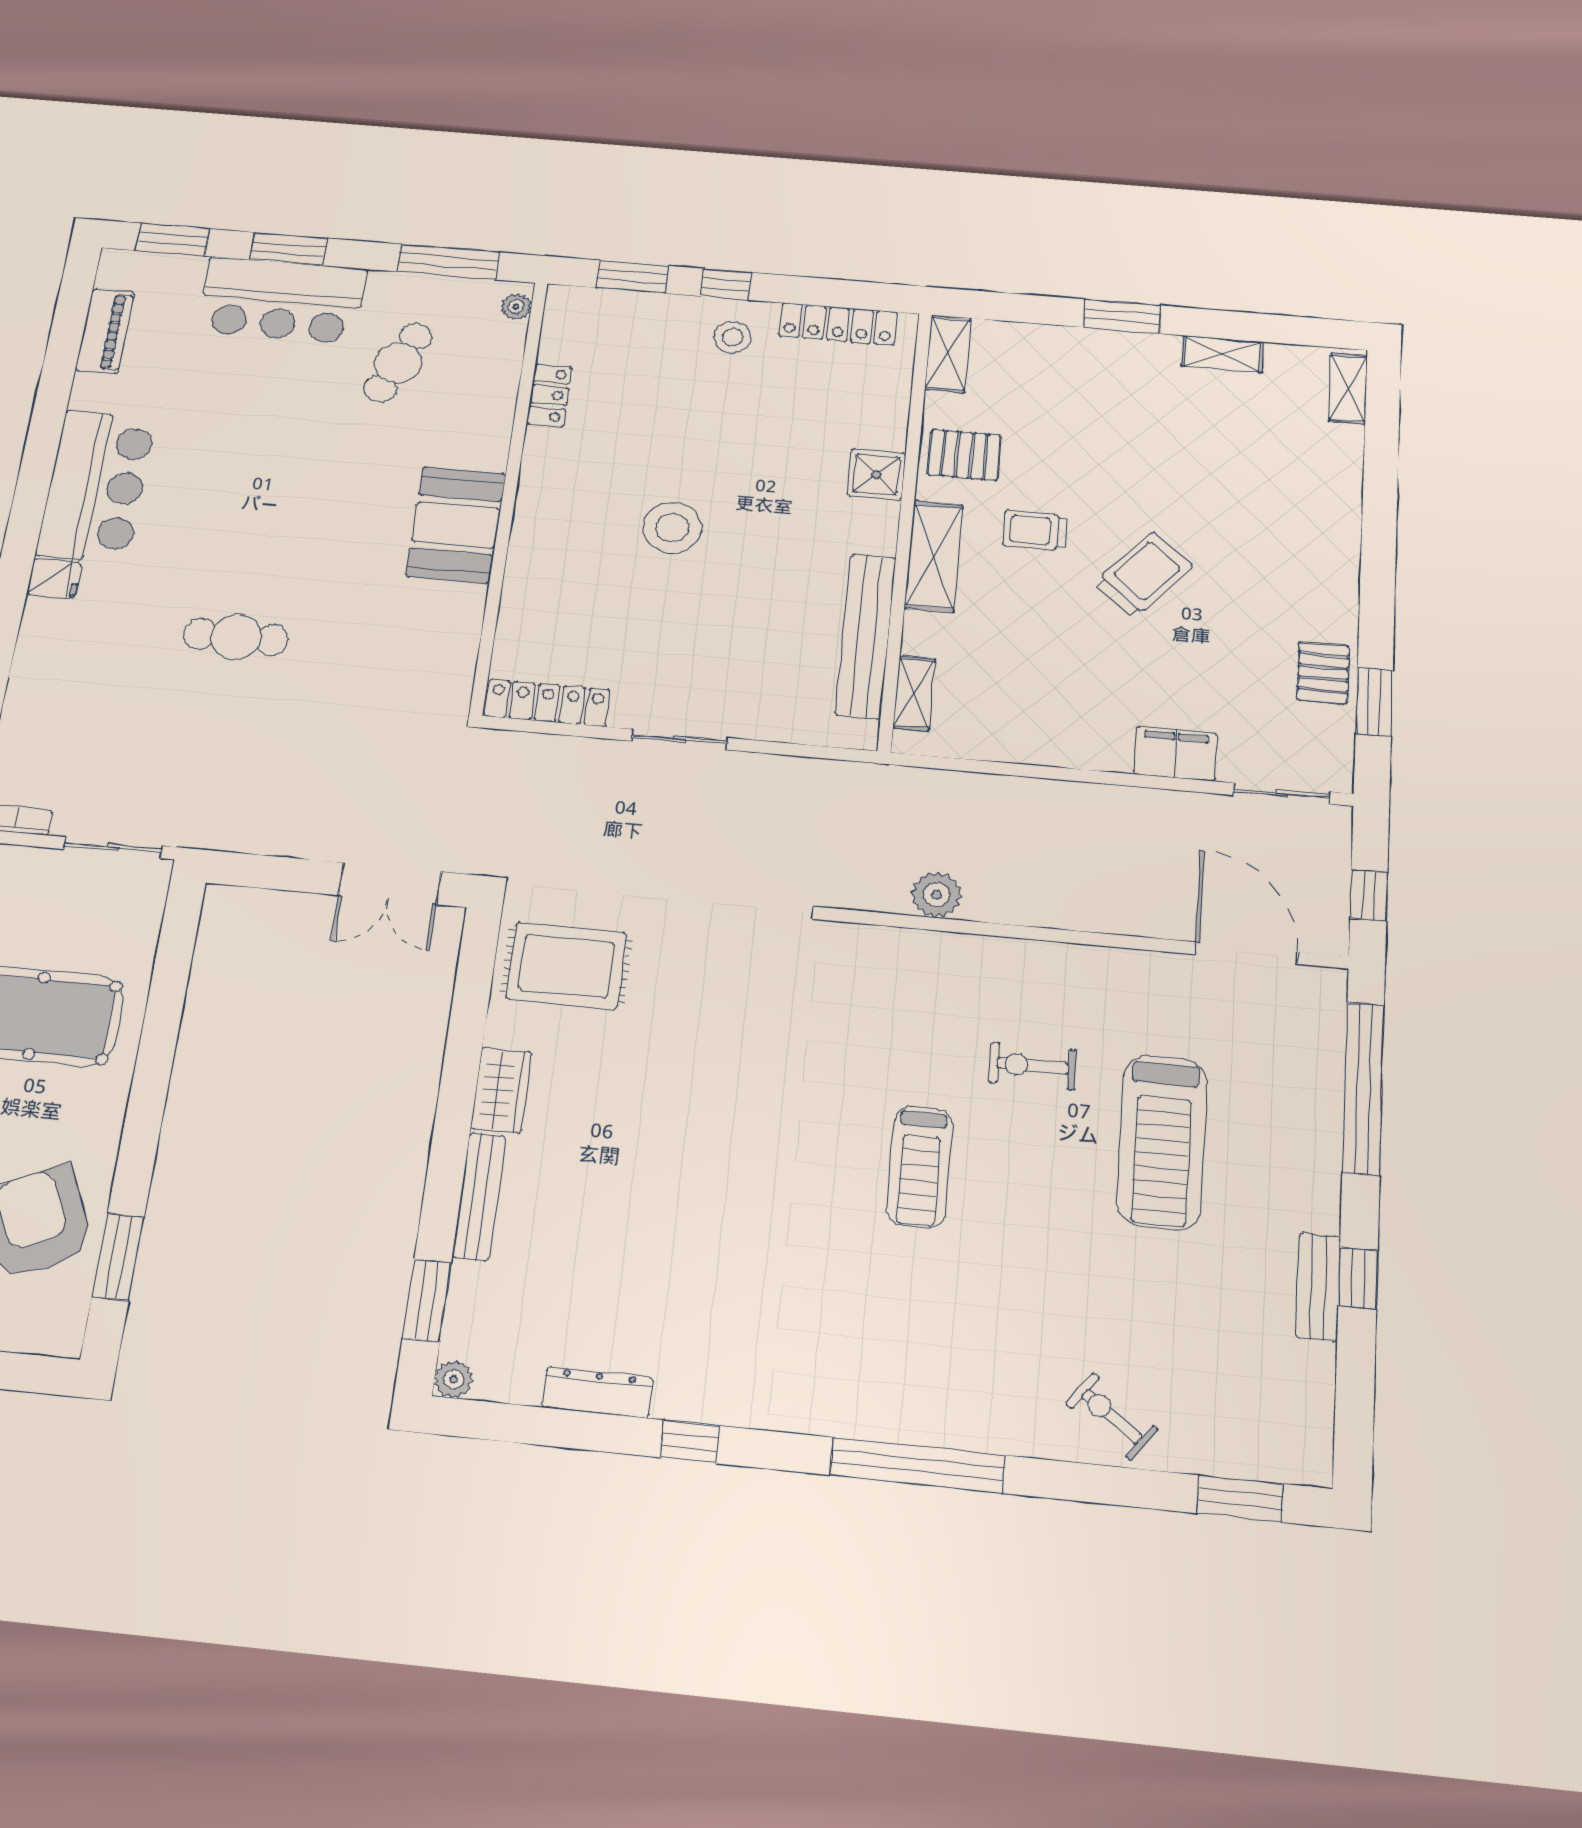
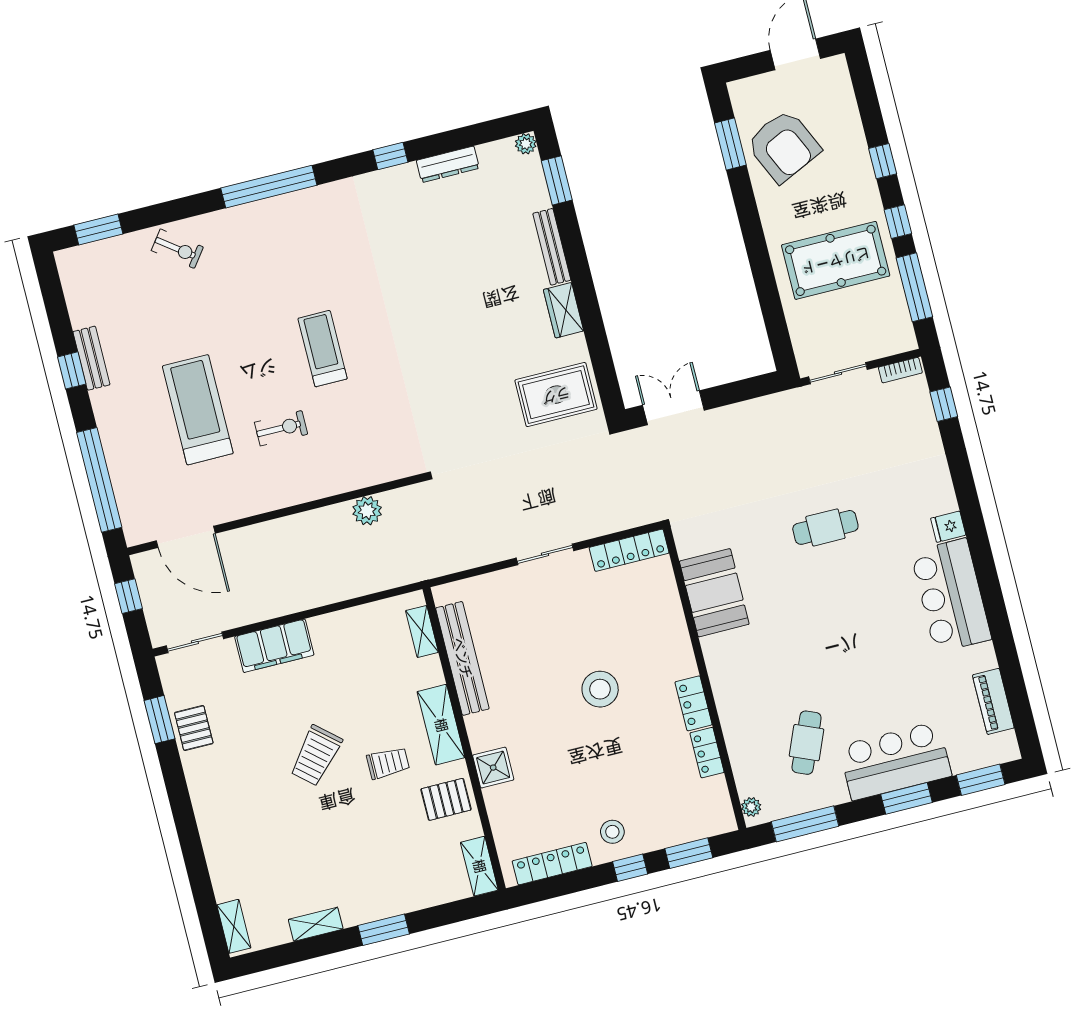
locker: (541, 465) -> (694, 703), added
booth: (456, 525) -> (714, 593), moved
filing cabinet: (1175, 754) -> (274, 646), width x1.50, depth x1.17

